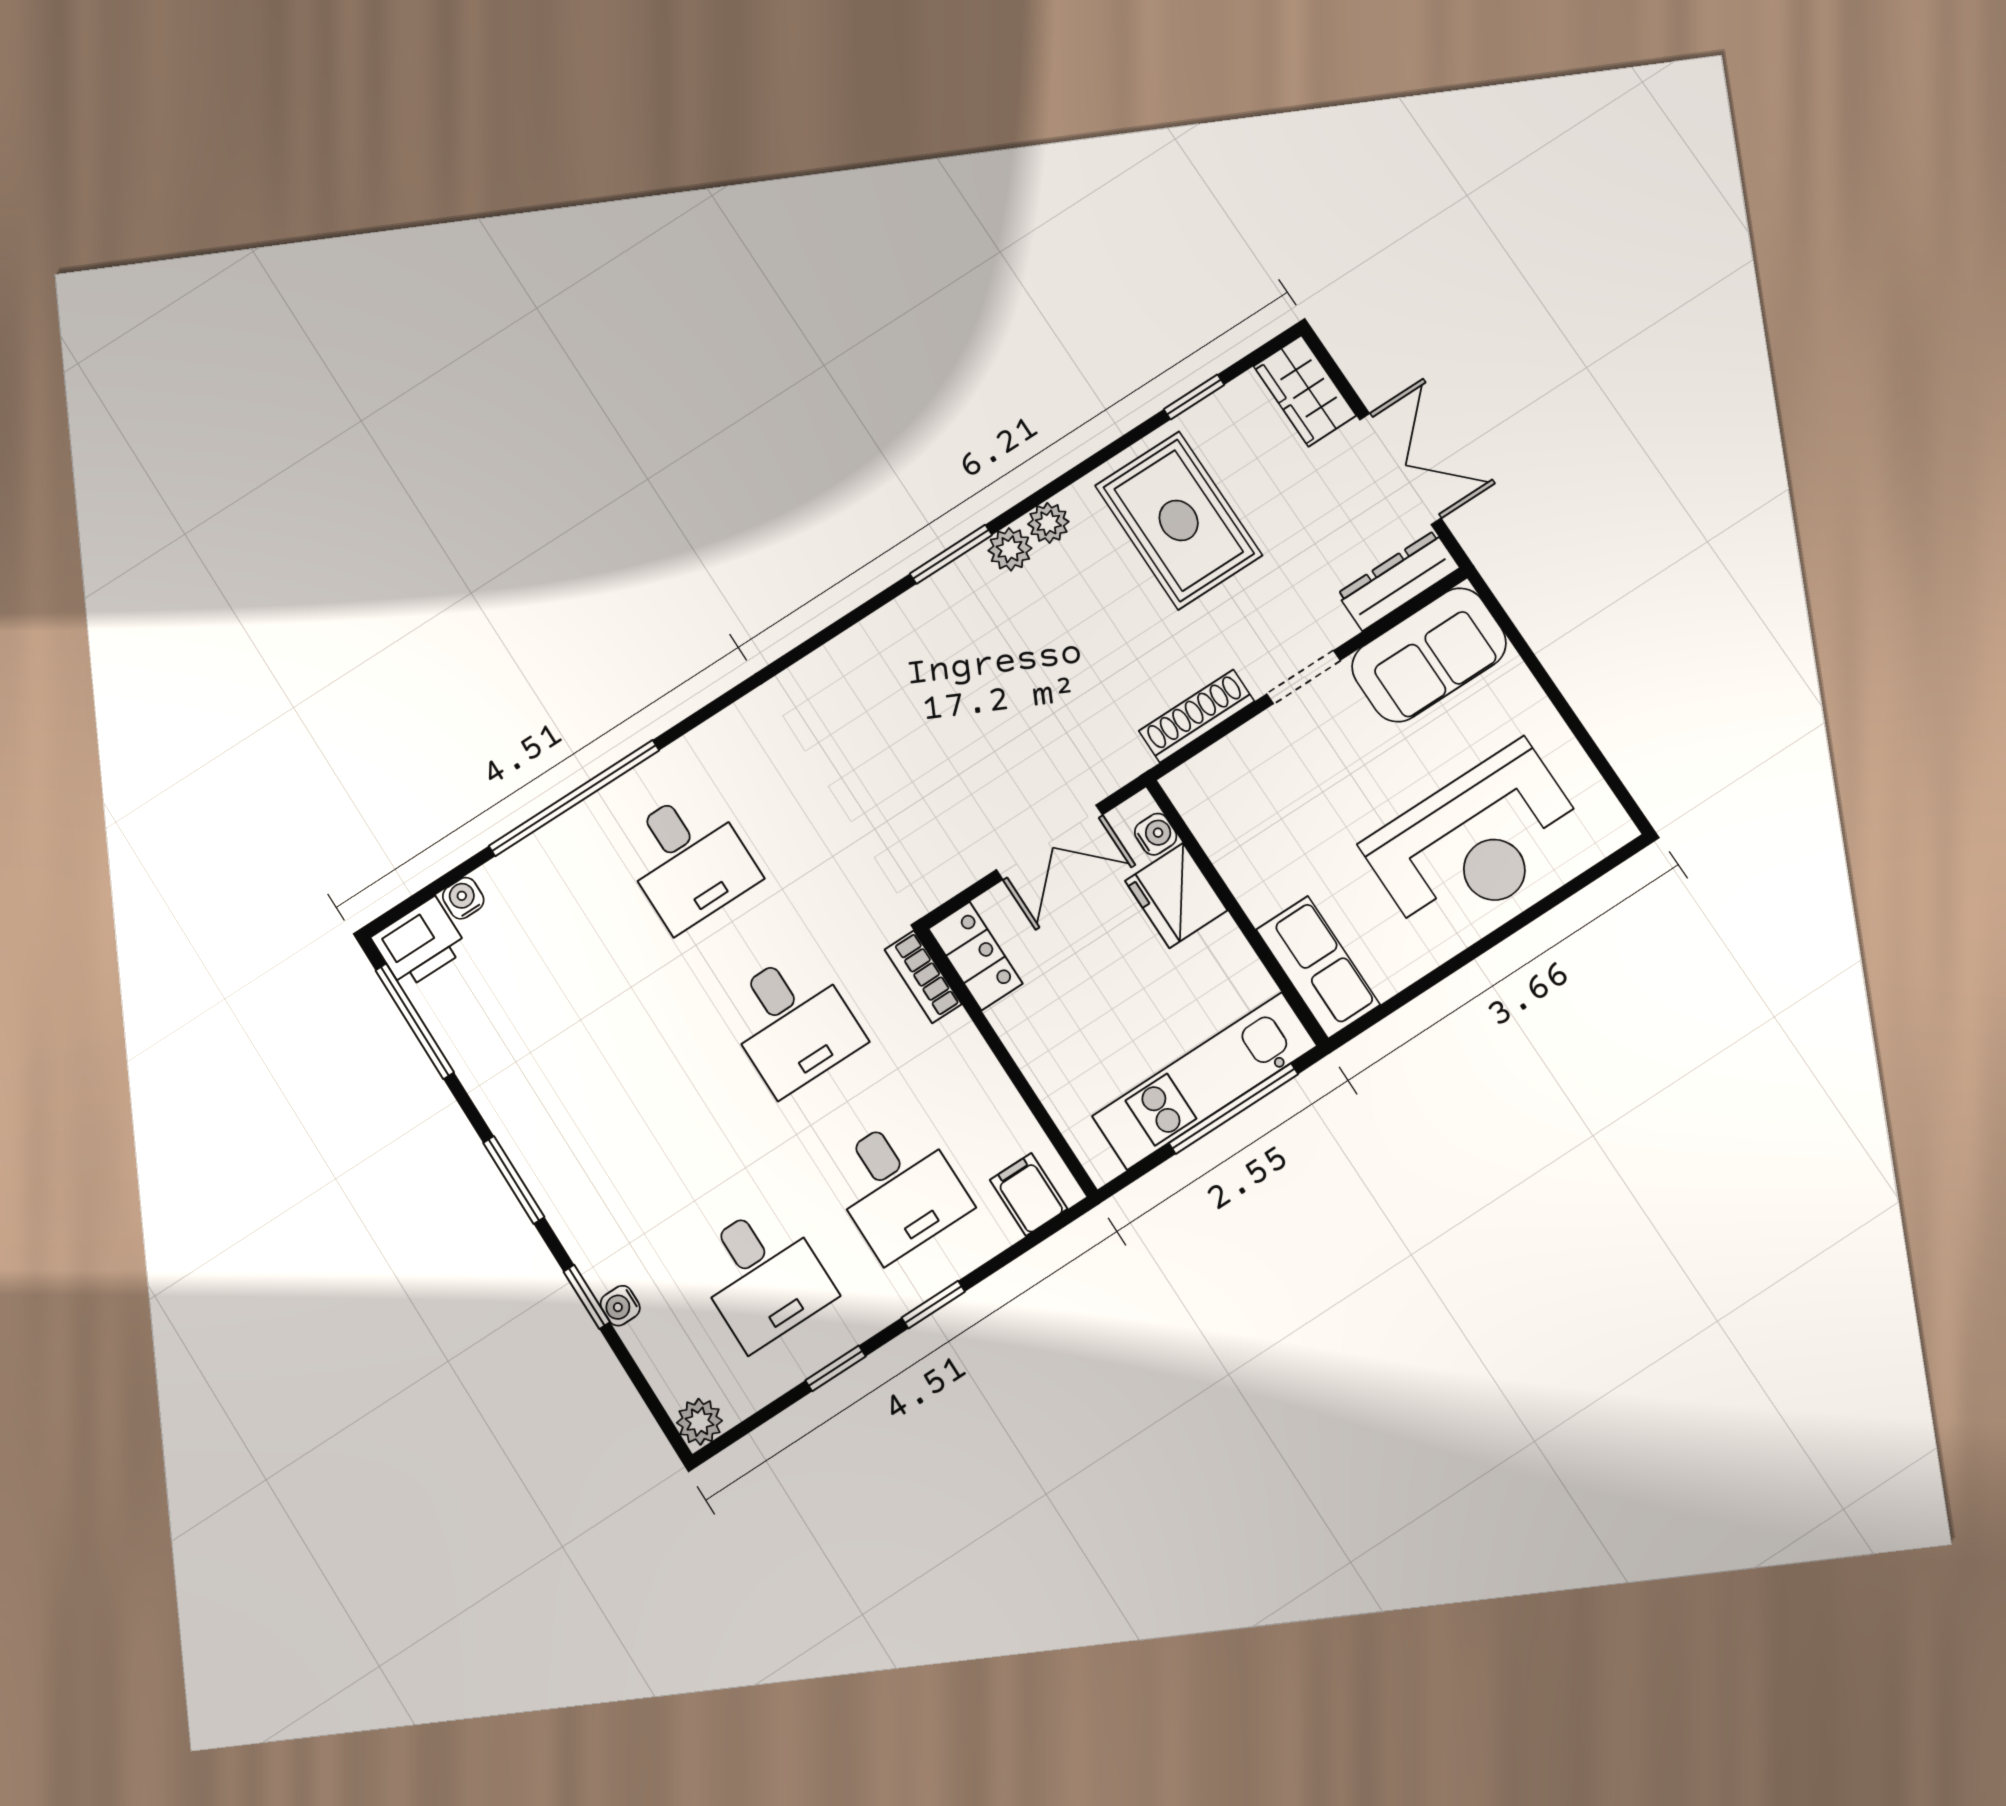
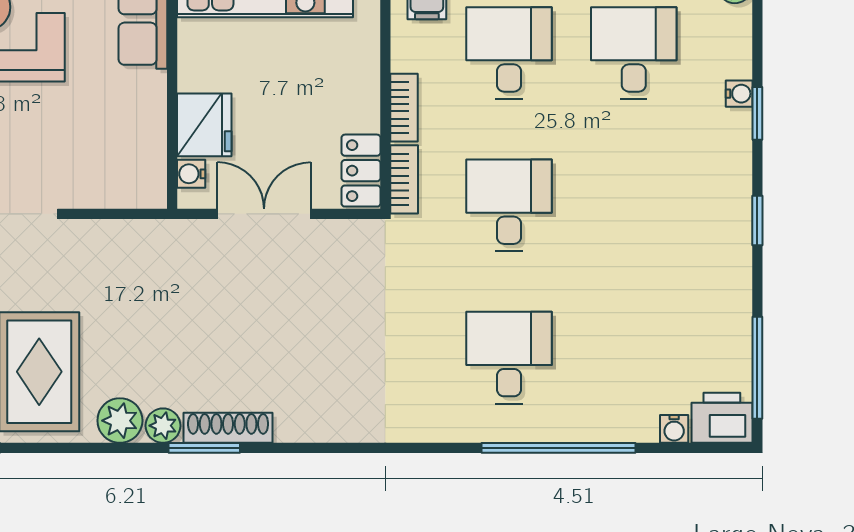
plant: (1048, 523) -> (120, 421), width x1.38, depth x1.38
shoe rack: (1197, 716) -> (228, 428), moved, turned 180
bookcase: (973, 1054) -> (404, 108), added
window: (514, 1180) -> (757, 221), width x0.67

